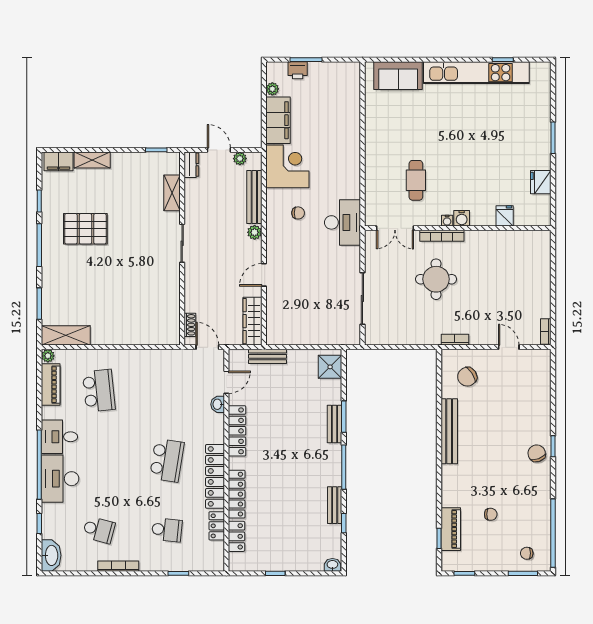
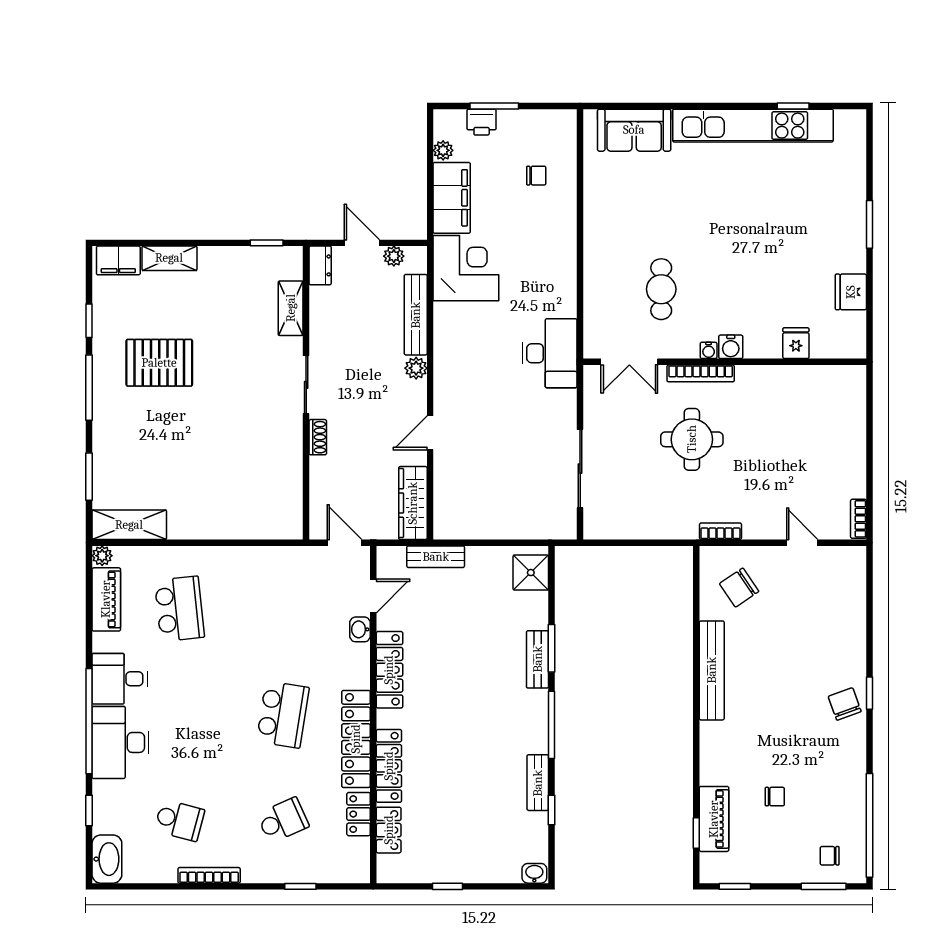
chair: (298, 213) -> (536, 176), moved
shoe rack: (190, 325) -> (318, 437), moved
school desk: (167, 530) -> (283, 820), turned -30

